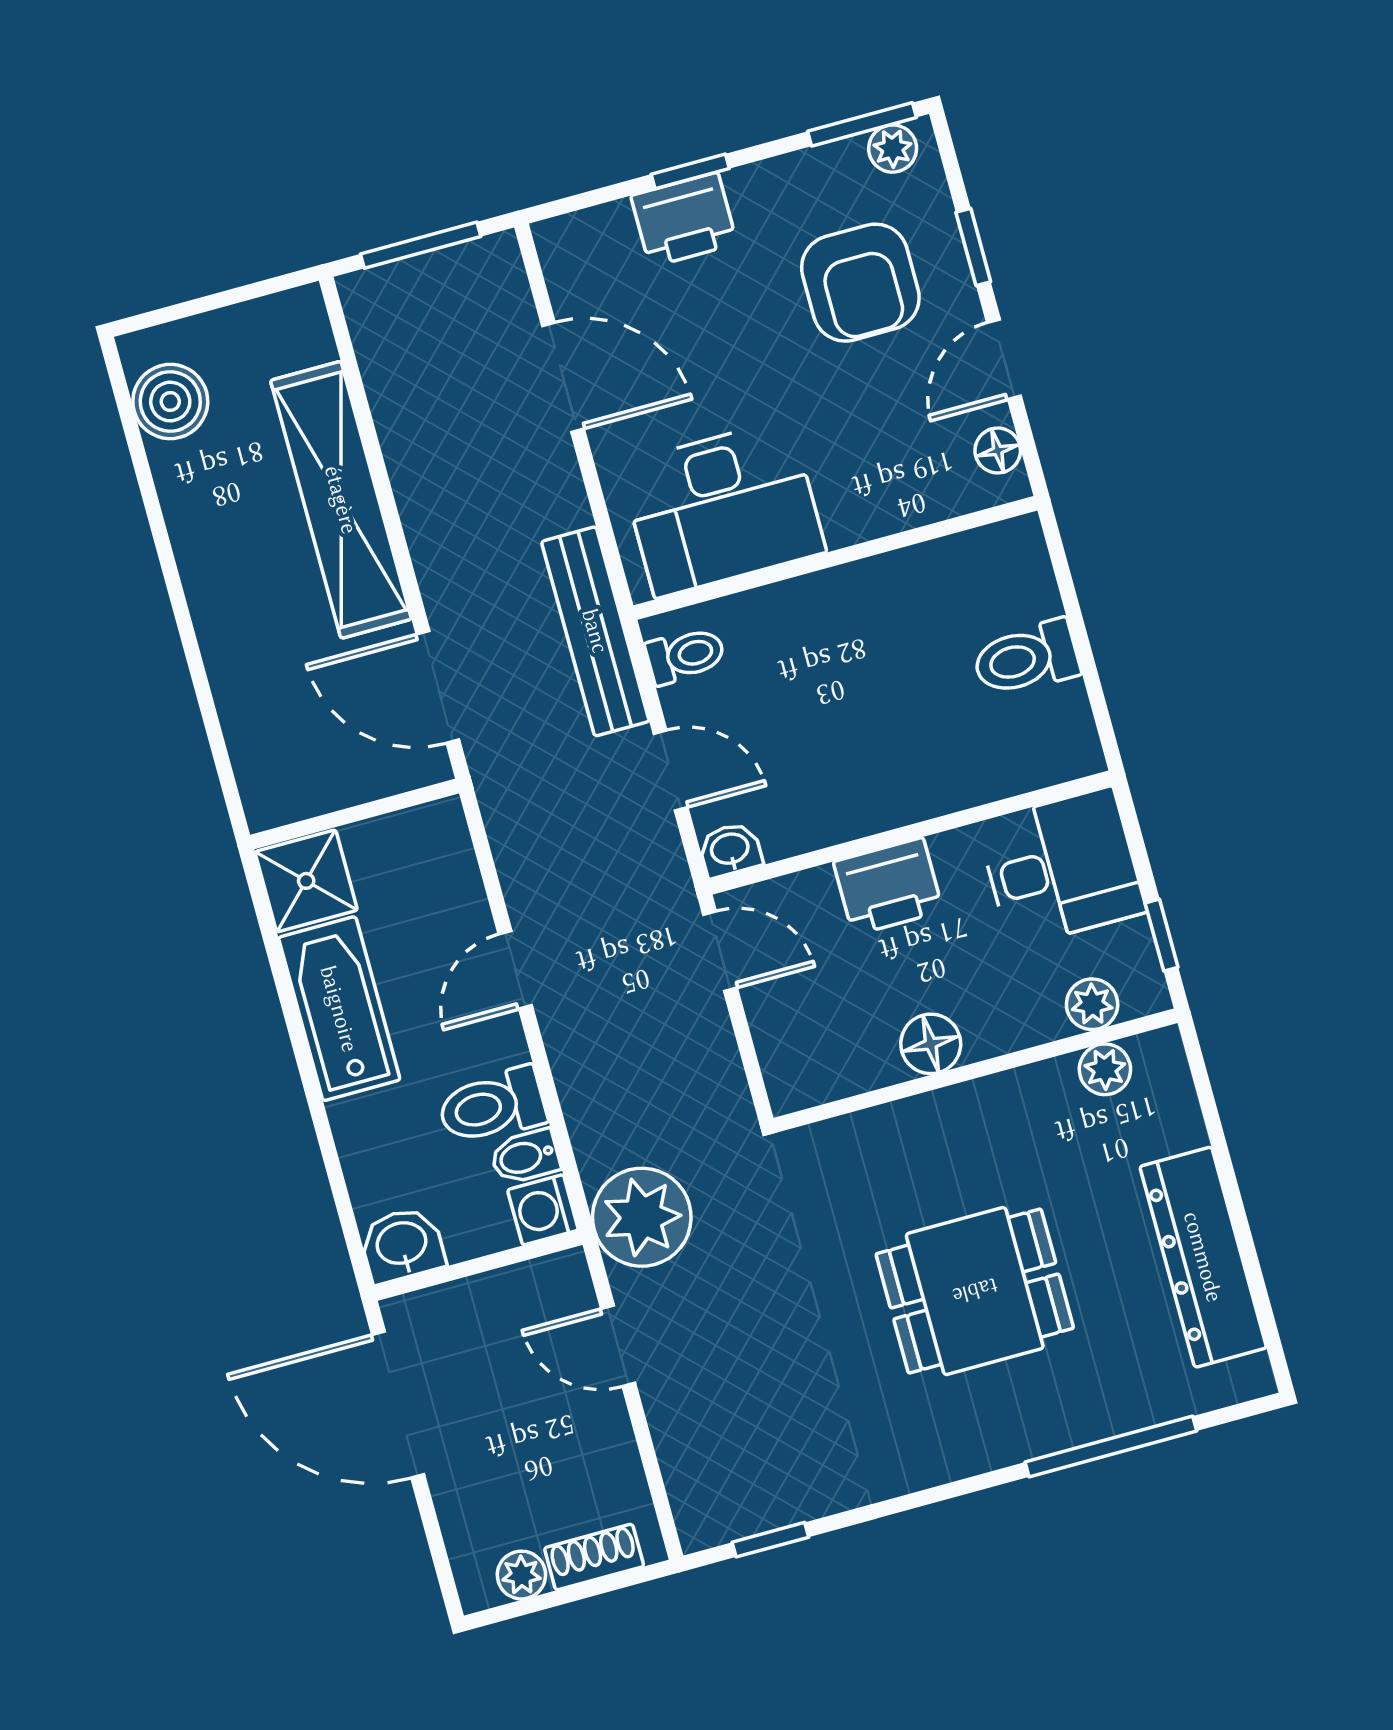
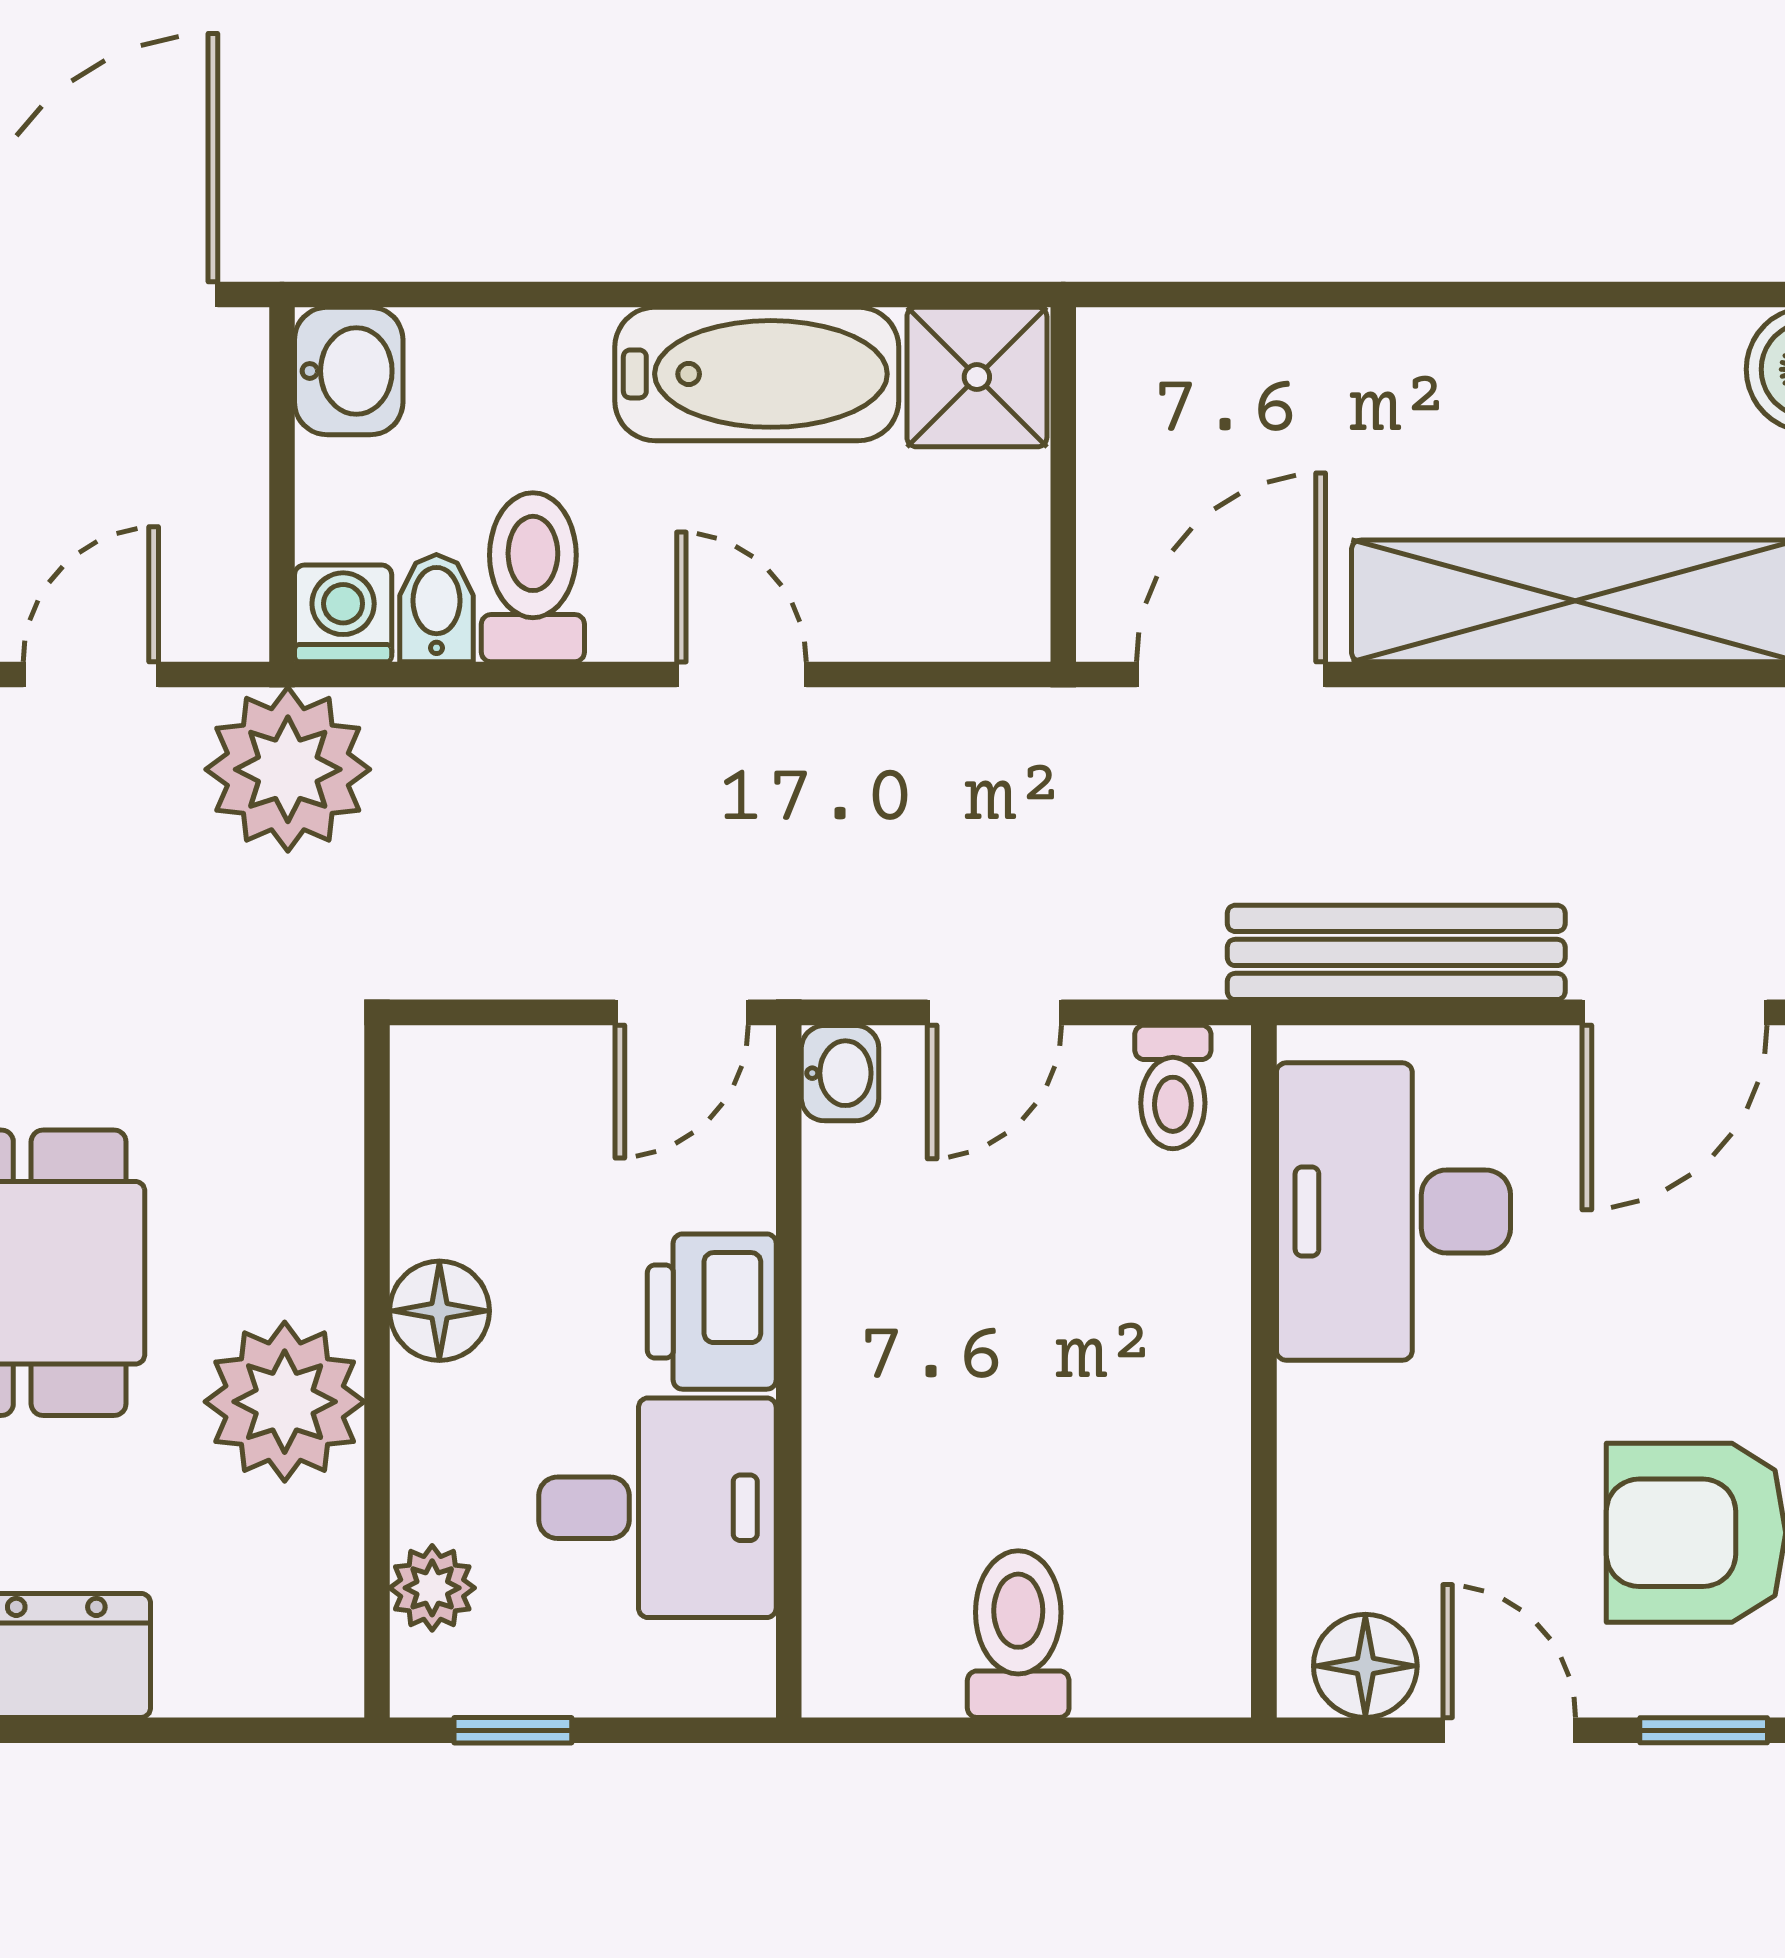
floor lamp: (998, 450) -> (1365, 1666), width x1.37, depth x1.37
bench: (595, 631) -> (1396, 952), moved
desk: (1061, 867) -> (658, 1508), moved, turned -90
plant: (1105, 1069) -> (285, 1402), moved, width x1.87, depth x1.87

